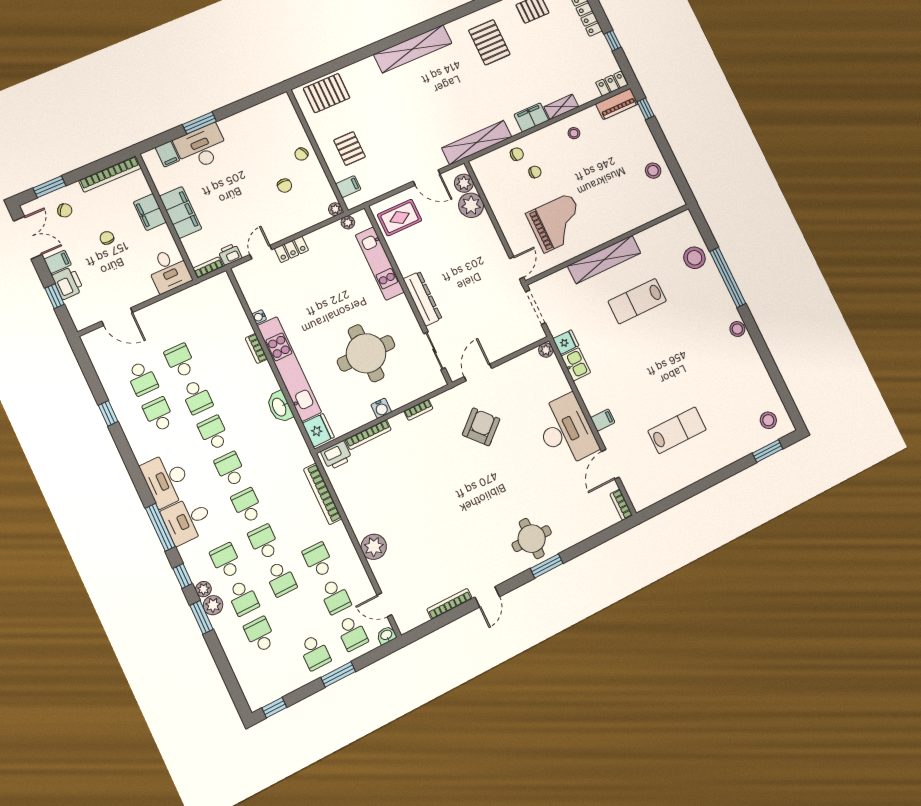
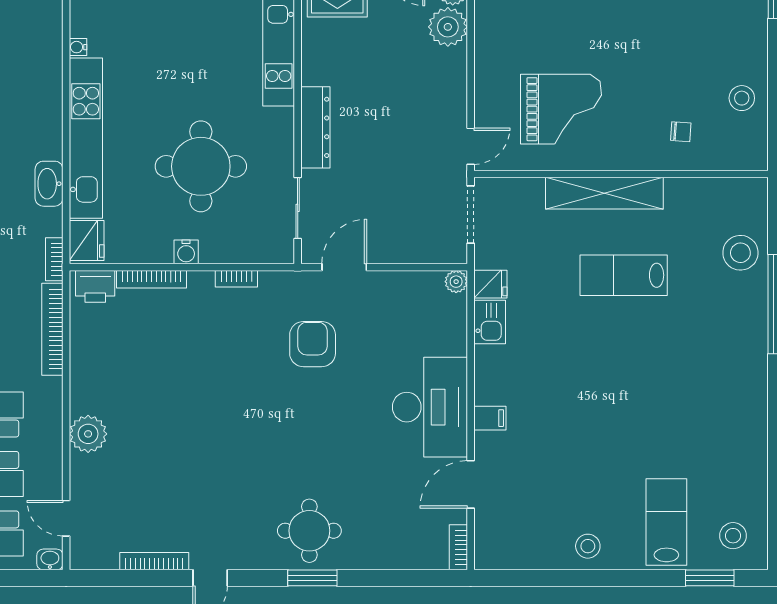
chair: (535, 172) -> (681, 132), moved
stool: (737, 329) -> (588, 546), moved
bookcase: (256, 349) -> (54, 259), moved
armchair: (481, 427) -> (313, 344), turned -48
lab bench: (677, 430) -> (666, 522), moved, turned -90

